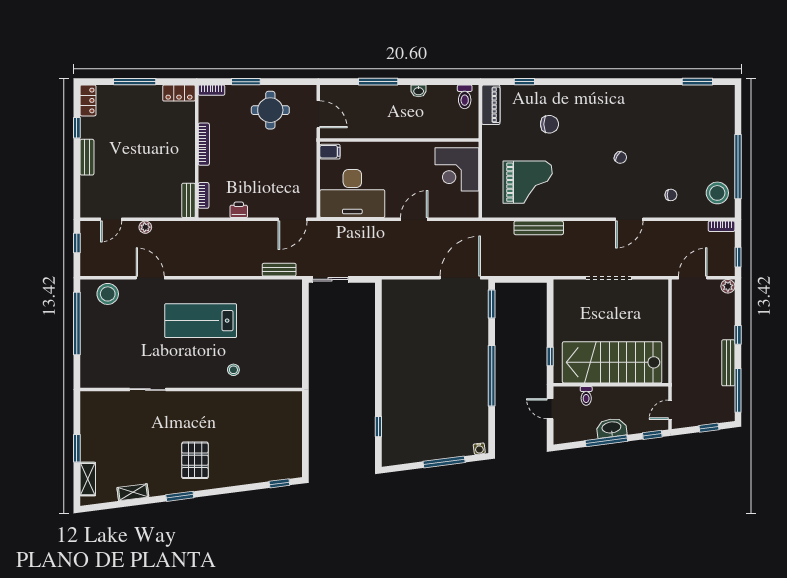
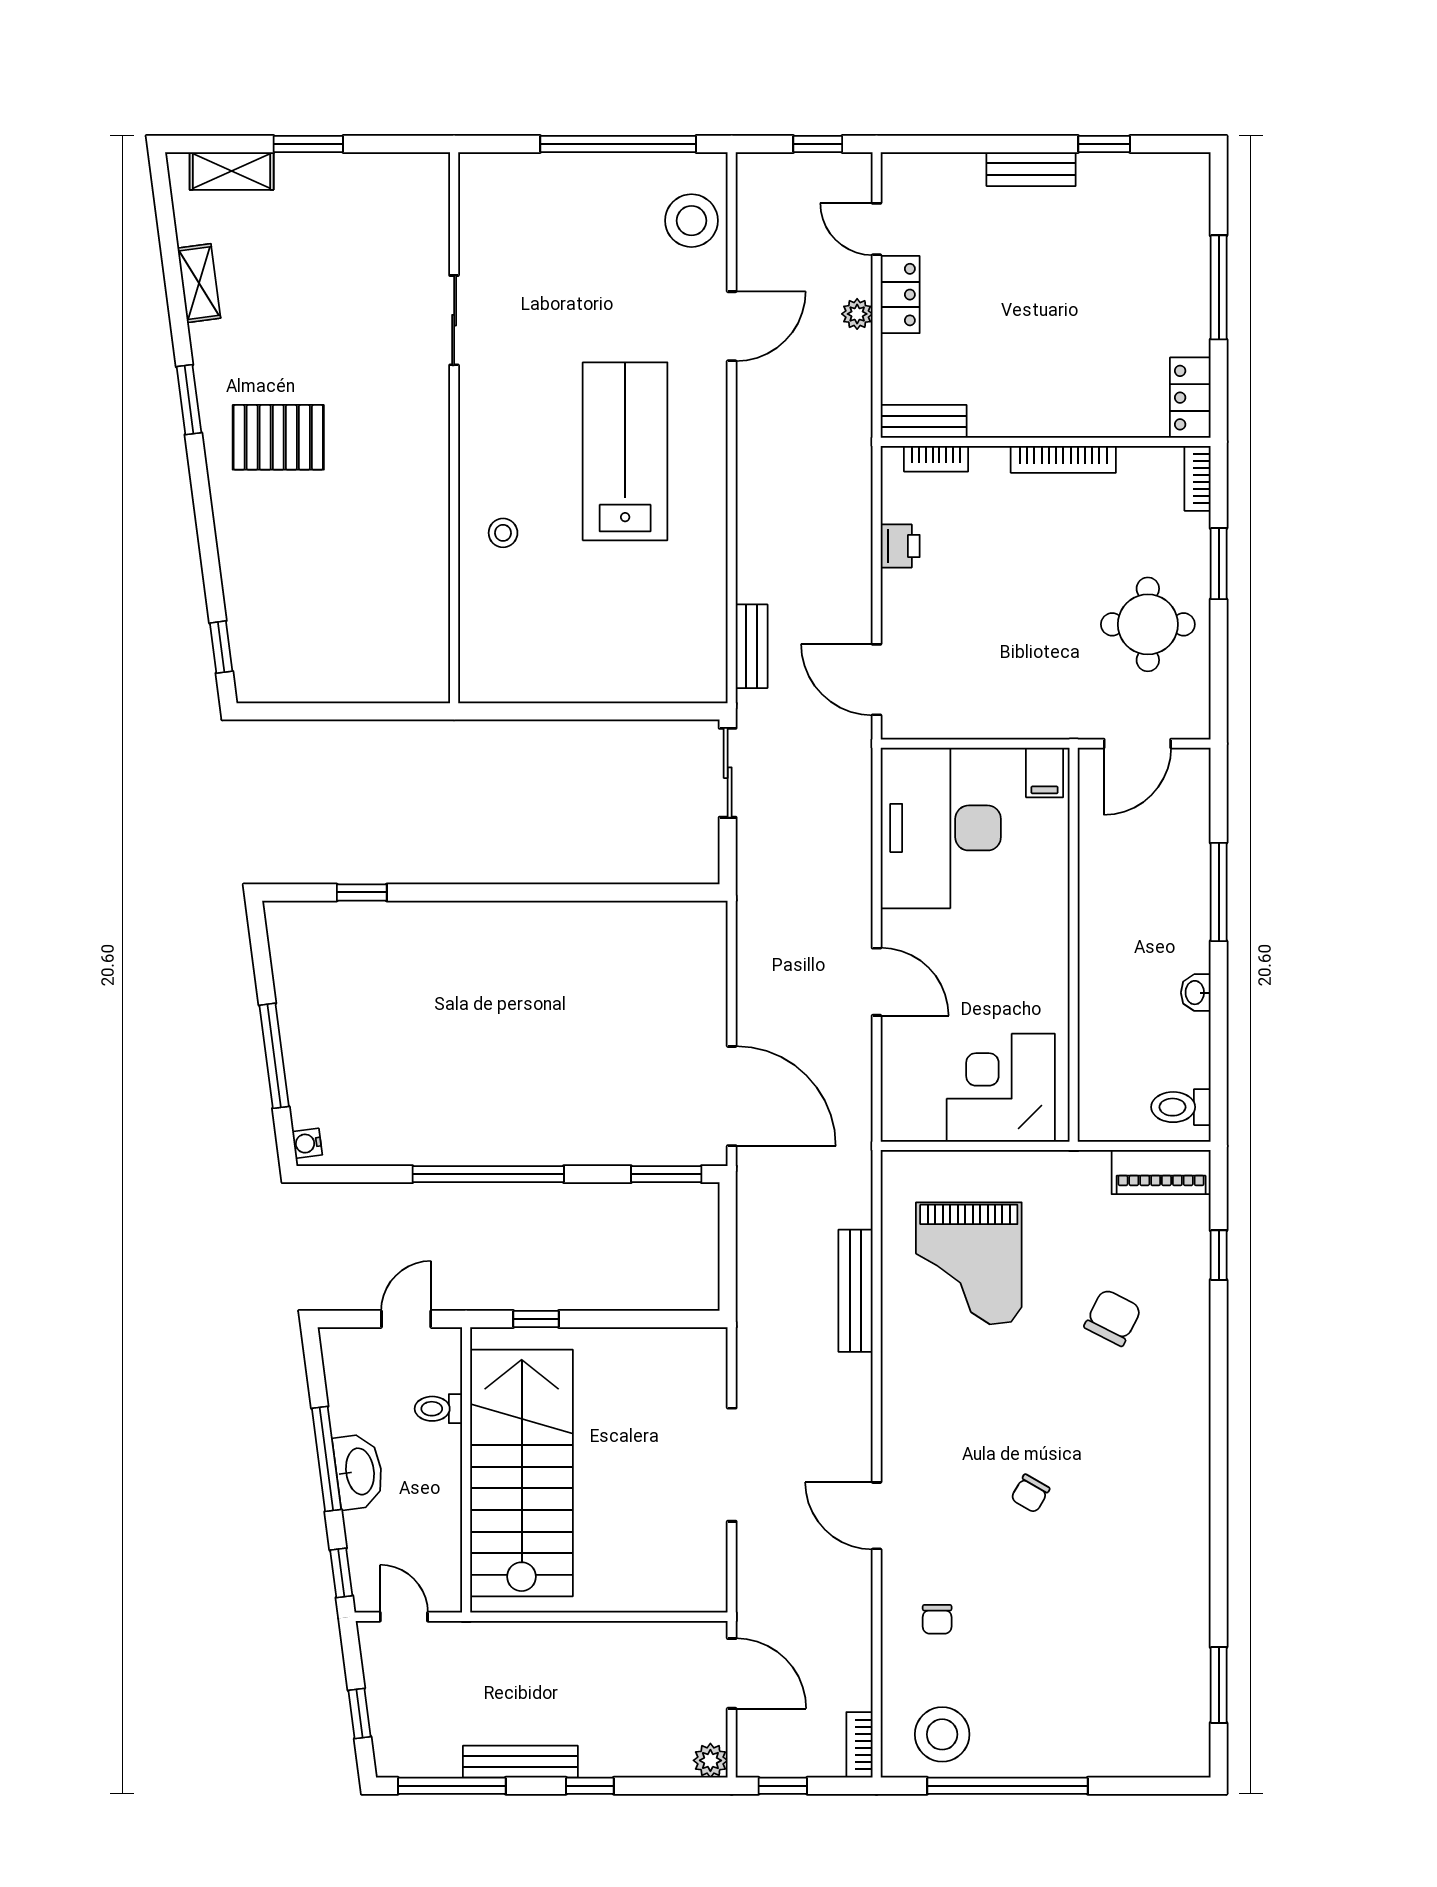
locker: (88, 100) -> (900, 295), moved, turned -90
chair: (549, 124) -> (1113, 1318), turned -153

